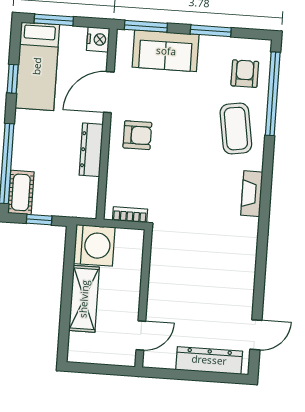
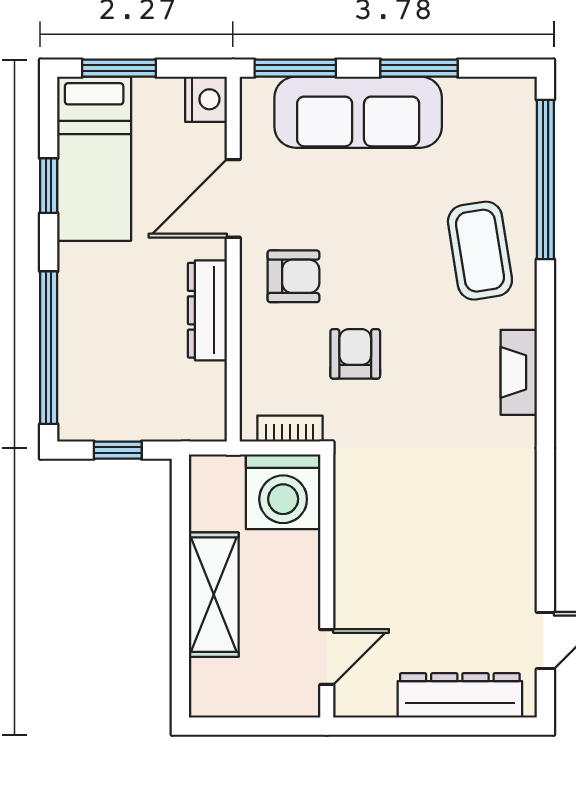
sofa: (166, 51) -> (358, 112), width x1.36
armchair: (245, 74) -> (355, 354), moved
cot: (21, 192) -> (79, 401), removed
washing machine: (94, 245) -> (283, 492), moved, turned 90

